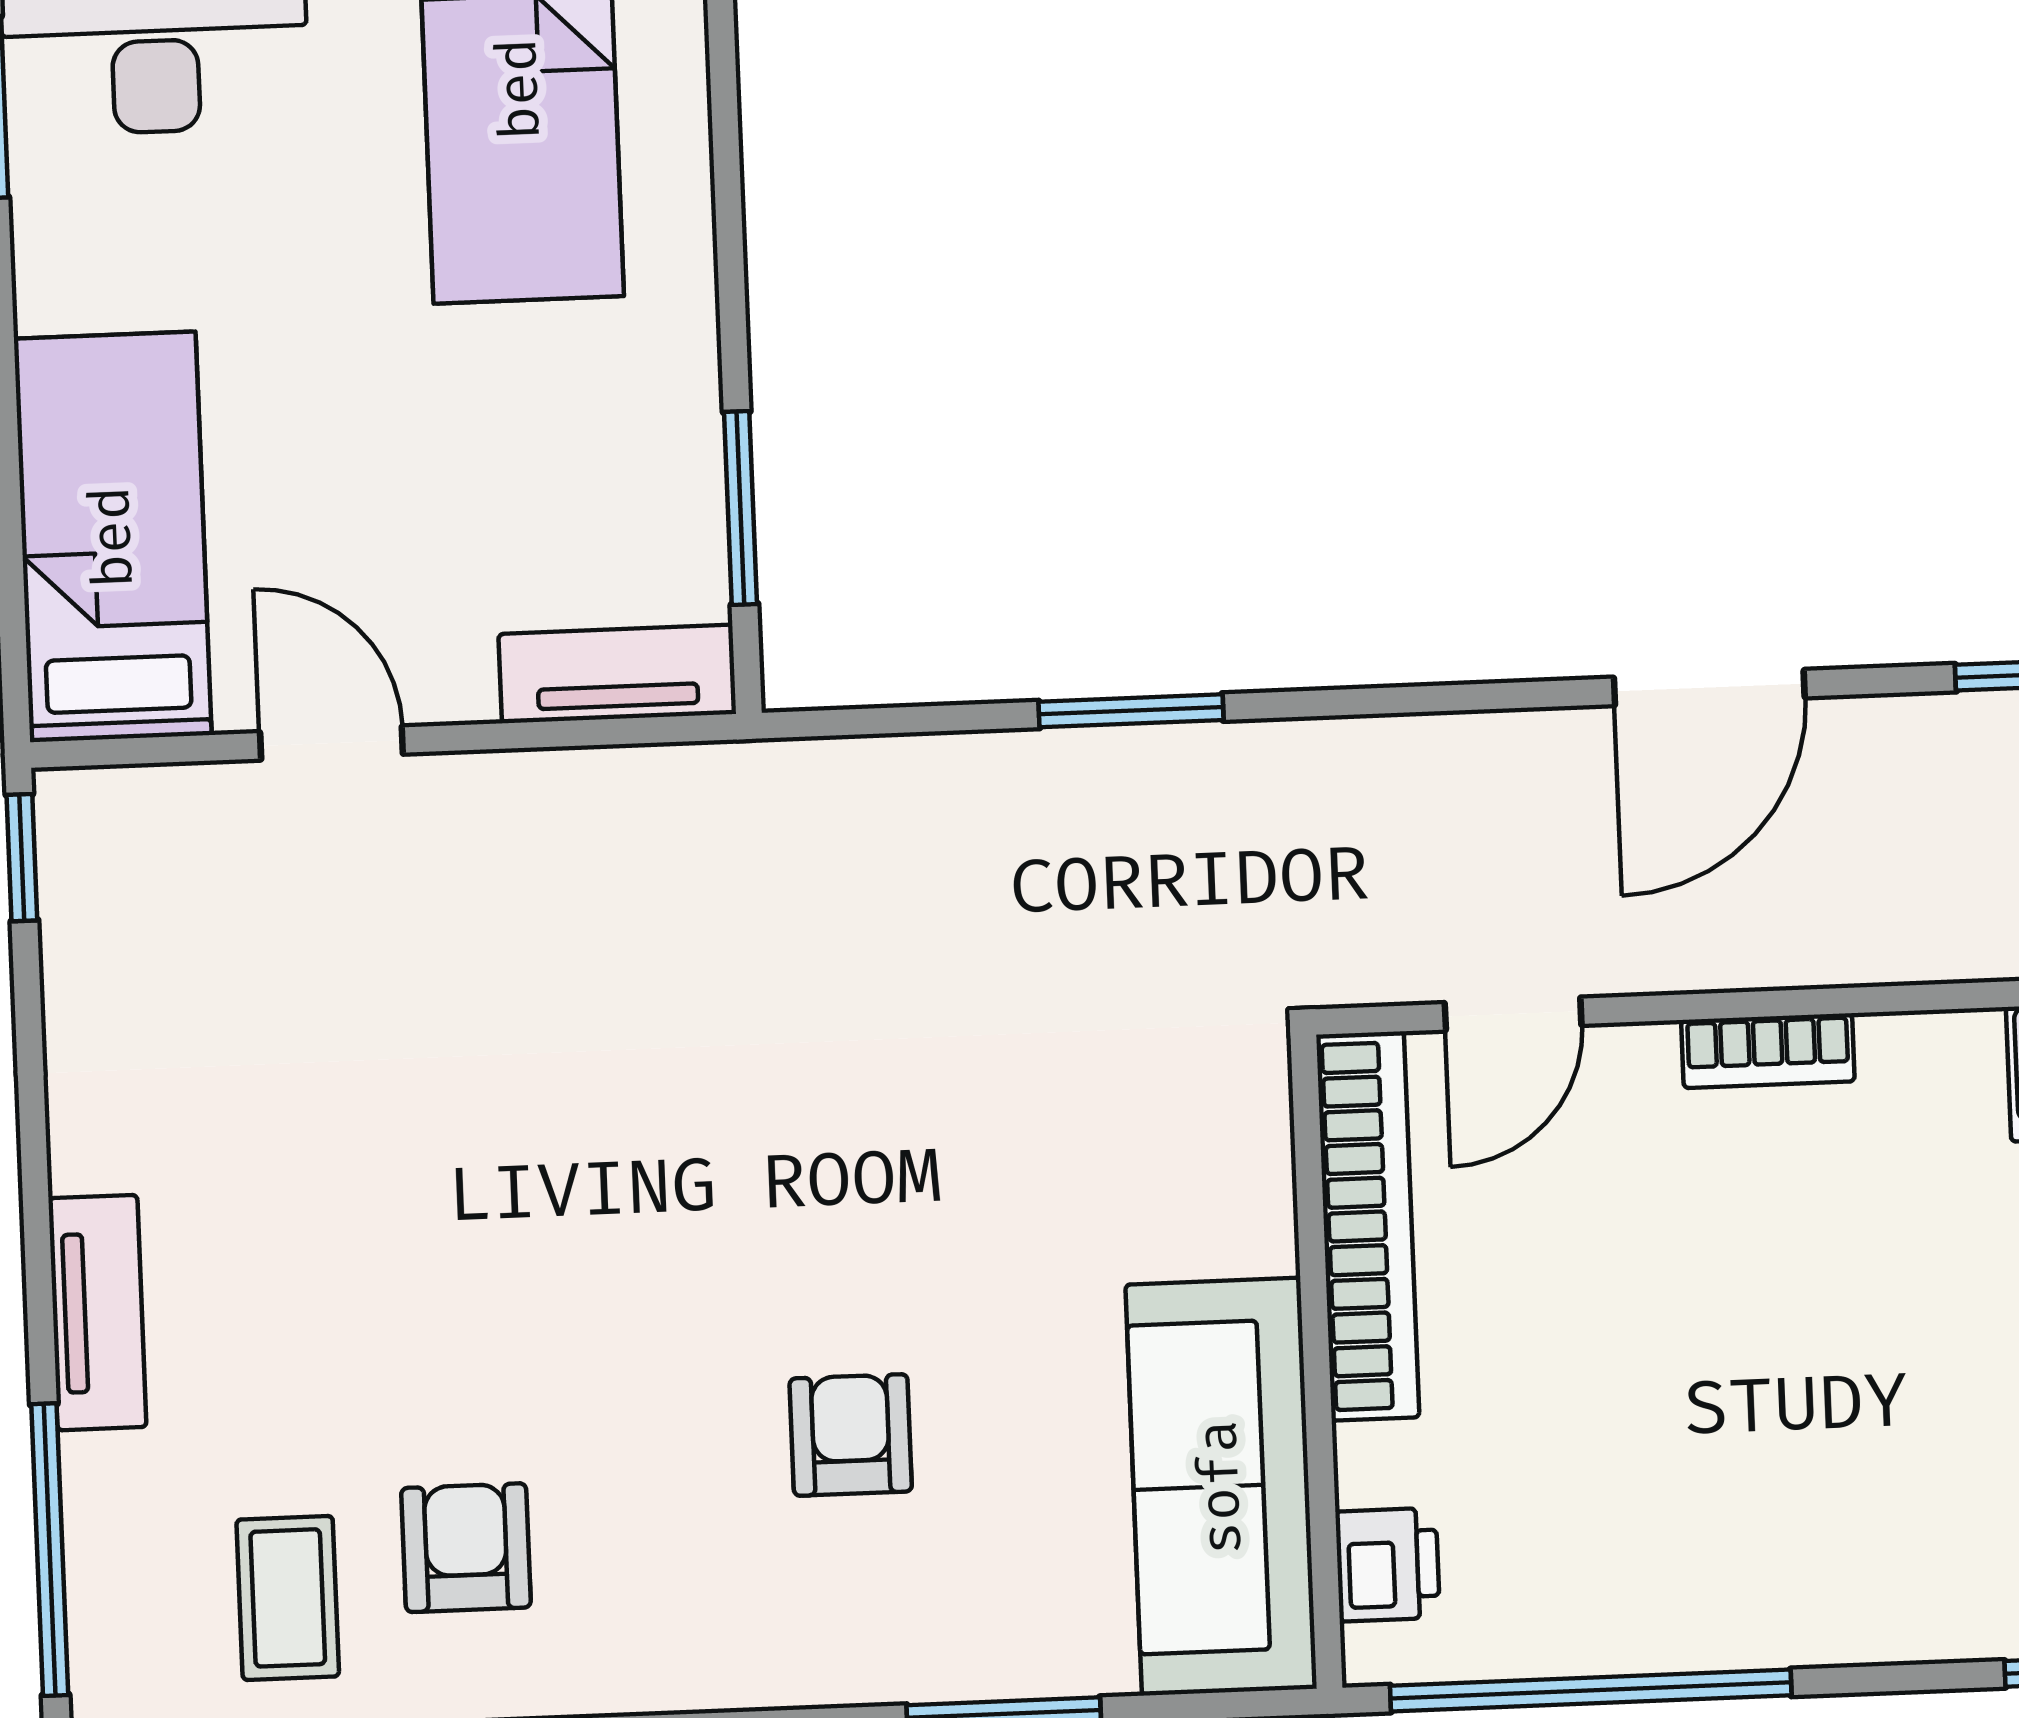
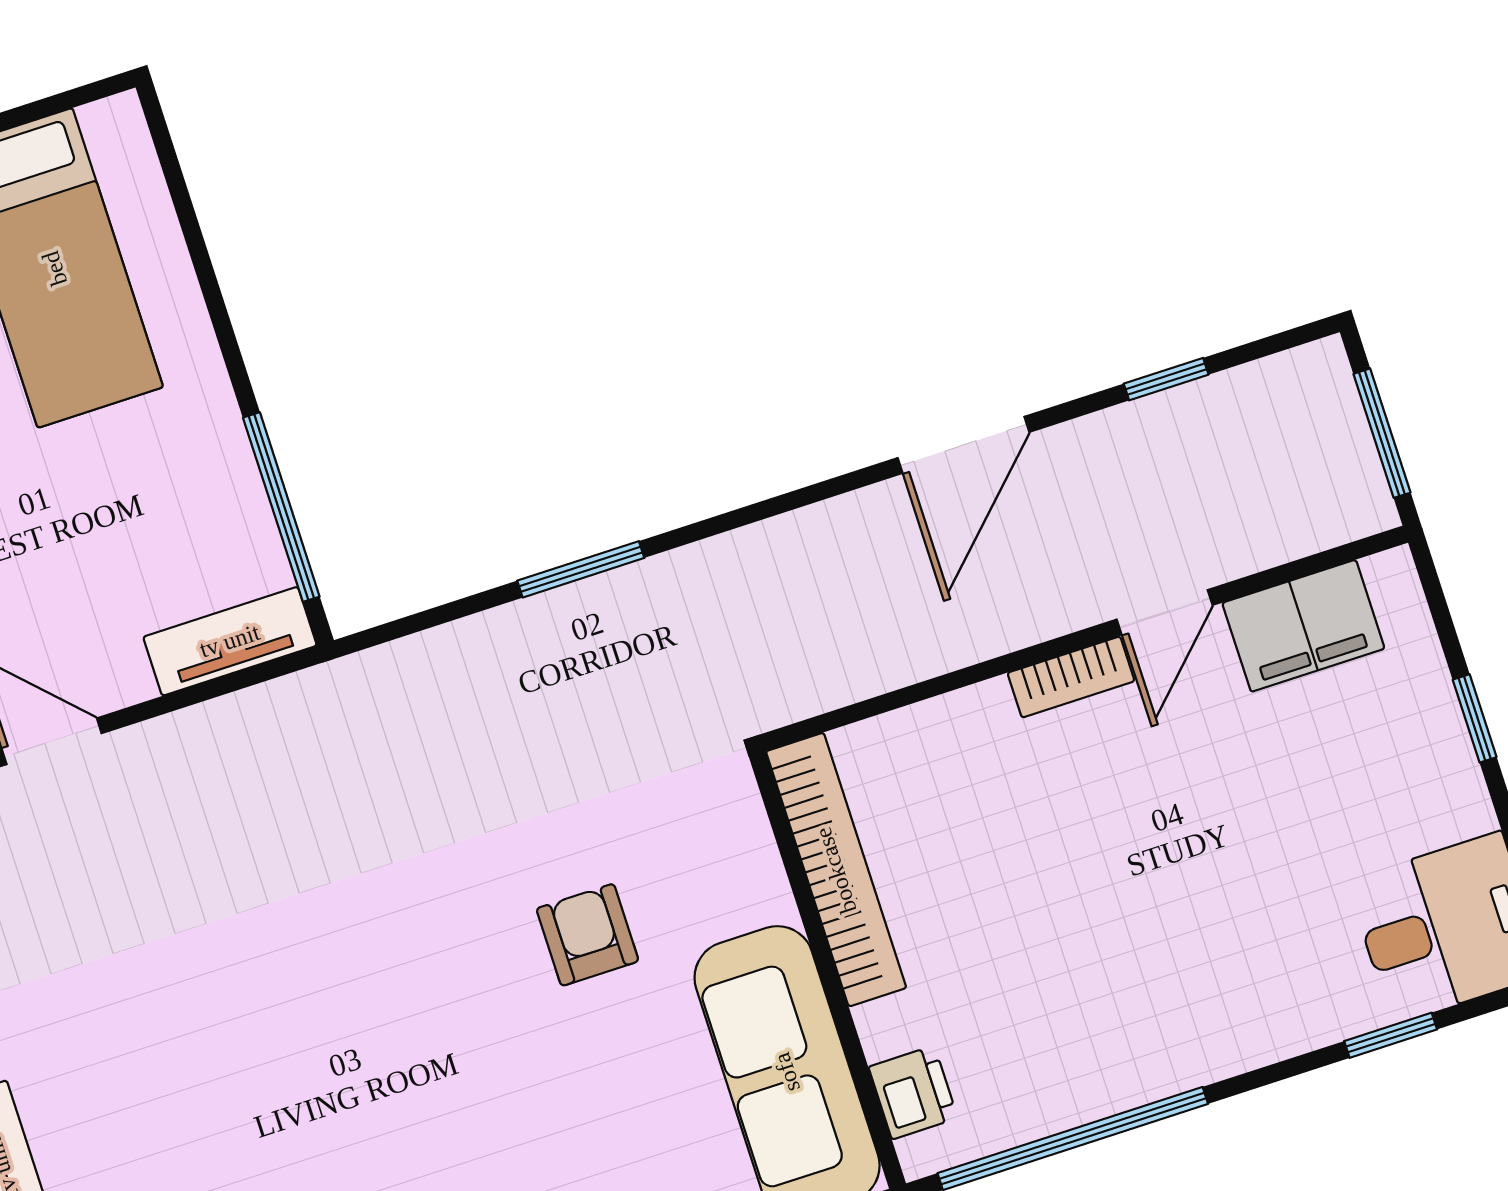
window: (741, 508) -> (281, 507), width x1.44
door: (1513, 1014) -> (1165, 612), moved
armchair: (851, 1435) -> (587, 935), moved

